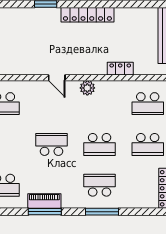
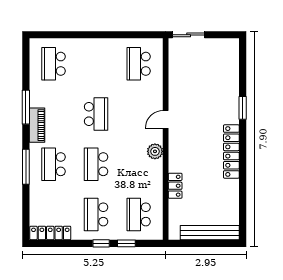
school desk: (100, 185) -> (54, 164), turned 180
piano: (44, 201) -> (37, 125), moved

